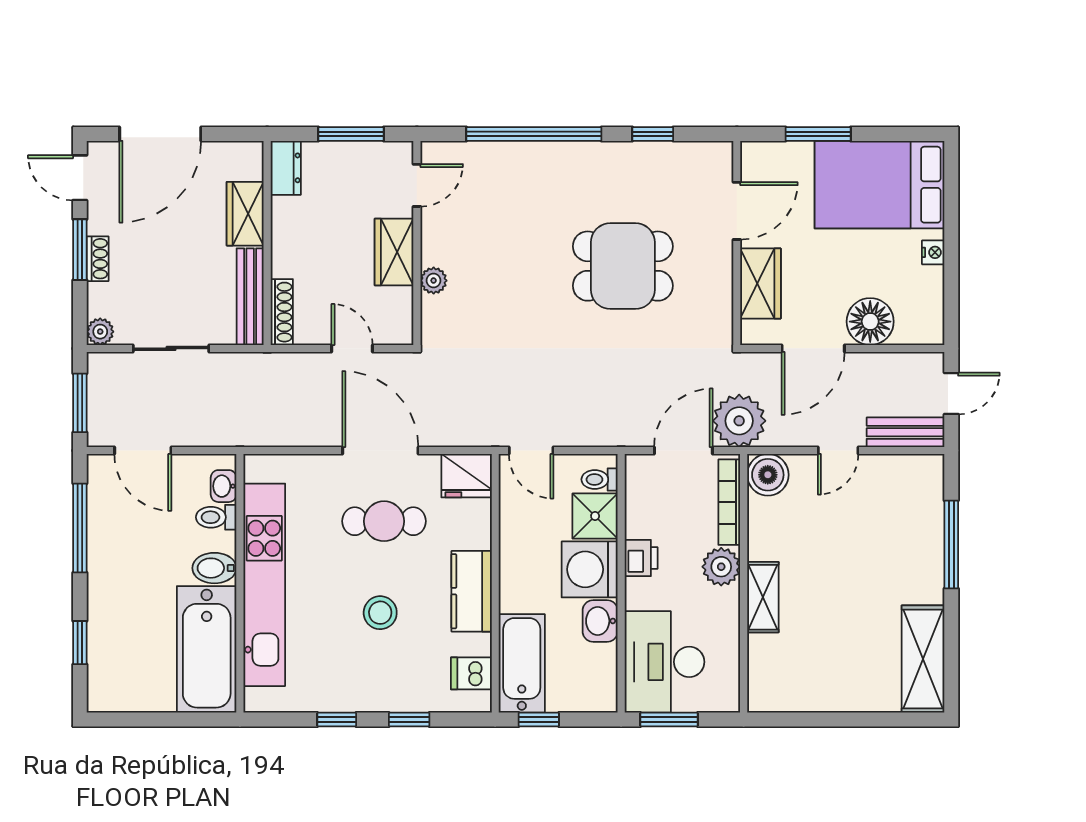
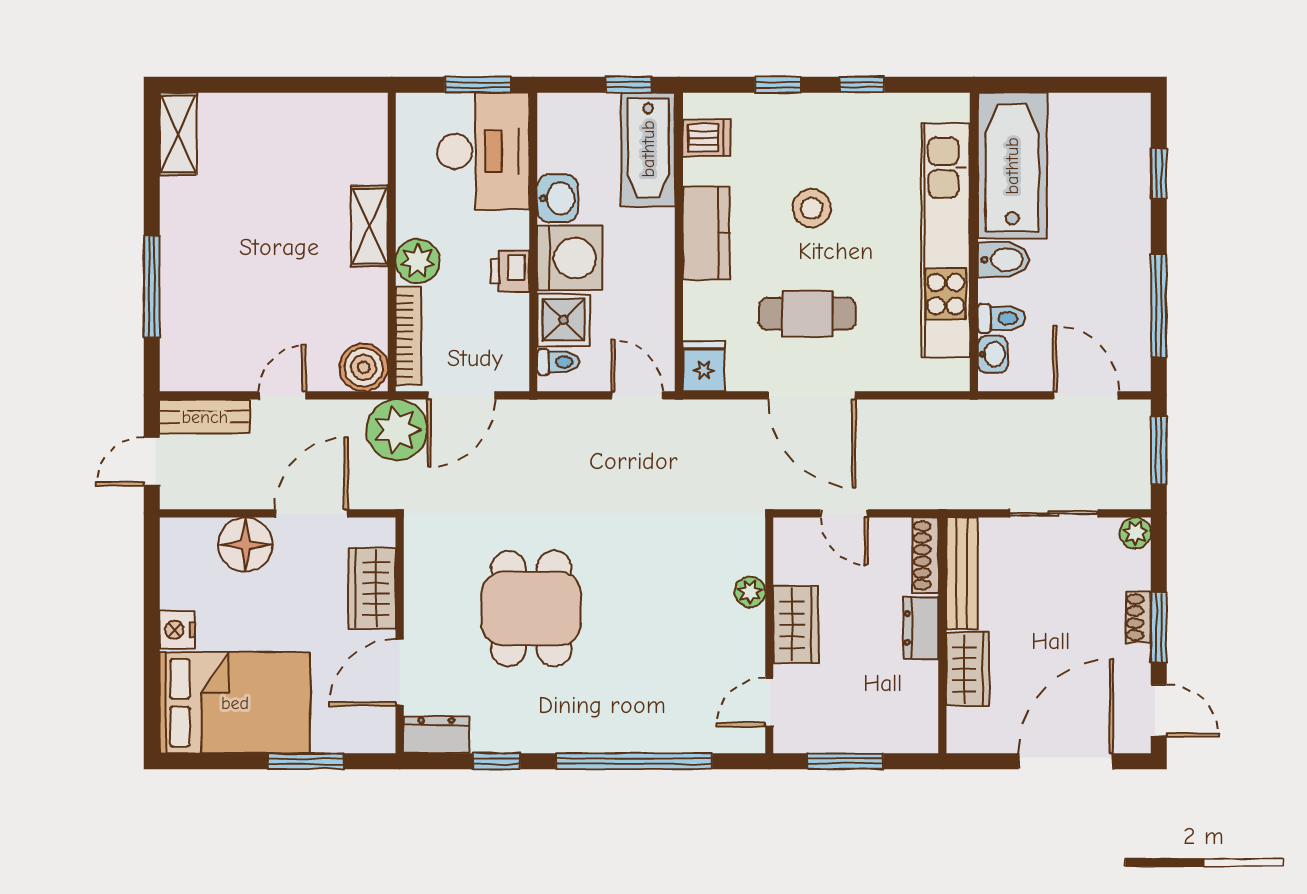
dresser: (705, 157) -> (436, 735), added
dresser: (286, 168) -> (921, 628), moved
nightstand: (933, 252) -> (177, 630), width x1.39, depth x1.35
dining table: (623, 266) -> (531, 609), turned 90
fridge: (467, 476) -> (704, 366), width x0.72
shelving: (923, 659) -> (178, 134), width x0.67, depth x0.75

